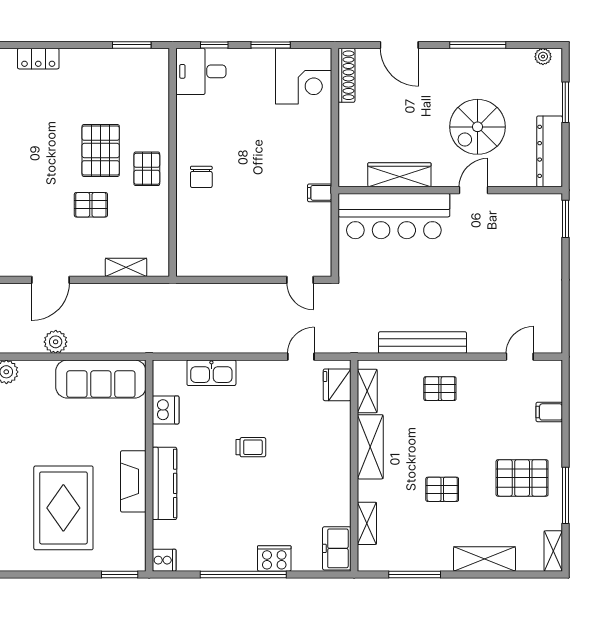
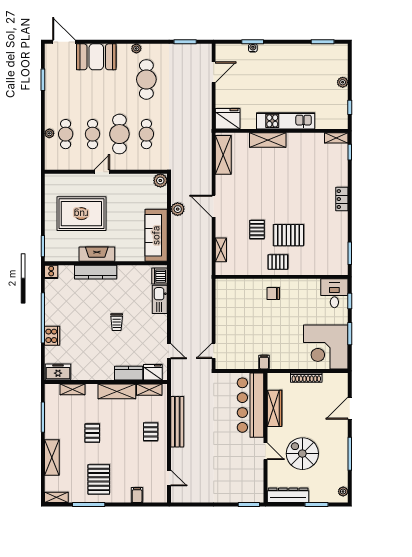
shoe rack: (346, 75) -> (306, 378), moved
corner desk: (304, 76) -> (326, 347), width x1.36, depth x1.36
dishwasher: (166, 410) -> (160, 276), moved, turned 90
kitchen counter: (339, 427) -> (129, 373), added

